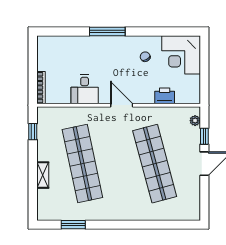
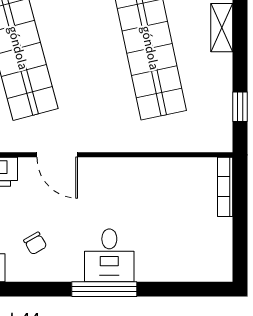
desk: (85, 89) -> (109, 255), moved, turned 180
door: (122, 105) -> (57, 155), moved

